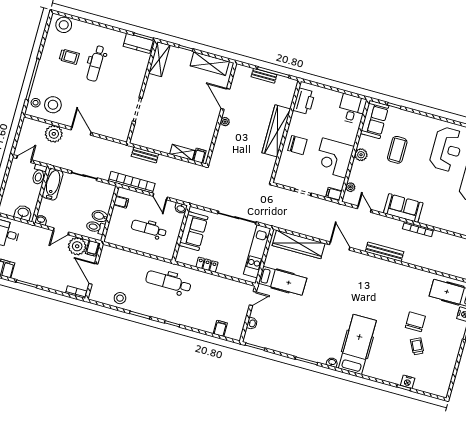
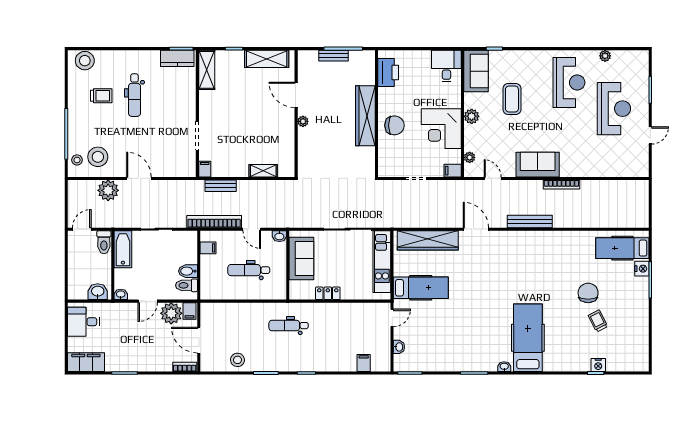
filing cabinet: (199, 156) -> (205, 169), moved
dental chair: (168, 282) -> (289, 326), width x0.73, depth x0.72

